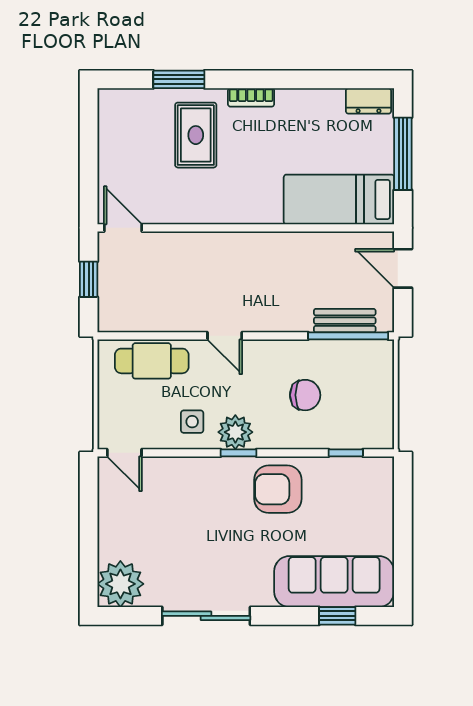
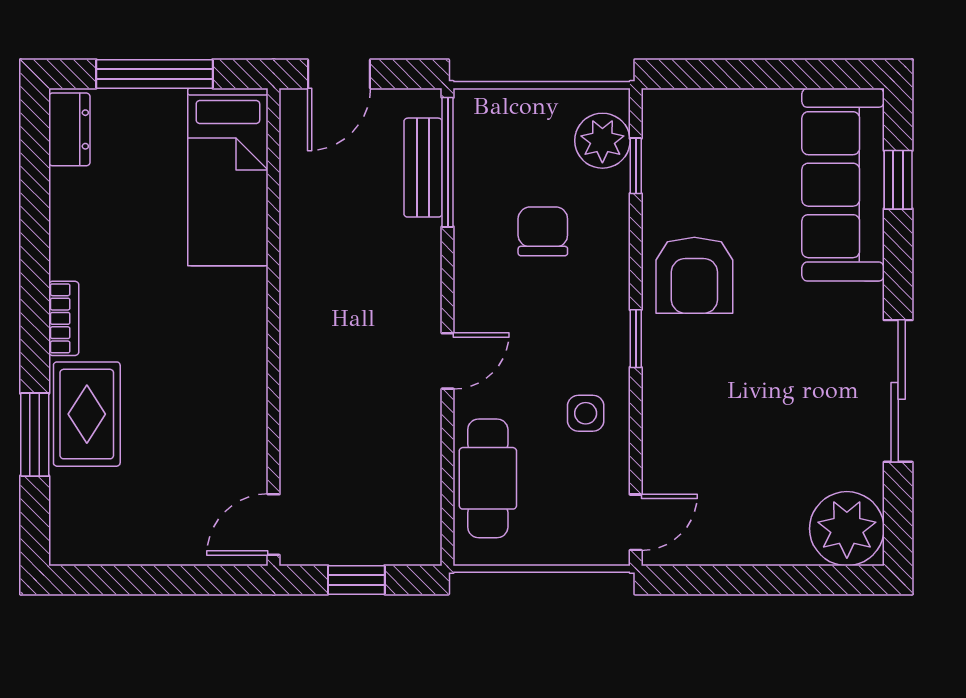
rug: (196, 135) -> (87, 414), moved, turned 90
plant: (235, 432) -> (602, 141), moved

